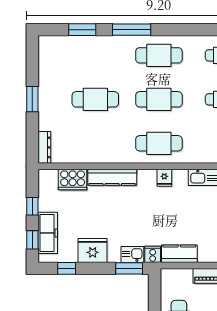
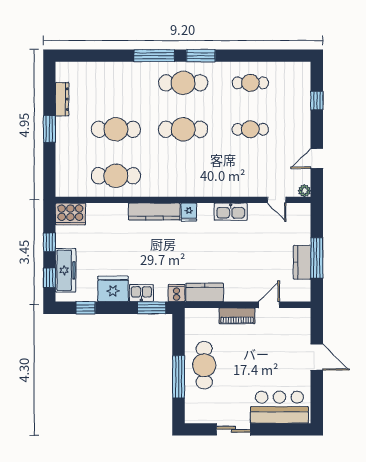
window: (82, 30) -> (201, 56), moved
cafe table: (159, 143) -> (116, 176), moved
dresser: (44, 147) -> (62, 99), moved
kitchen counter: (112, 177) -> (154, 212), moved
cooker: (73, 180) -> (70, 214), moved
kitchen sink: (132, 254) -> (141, 293), moved

